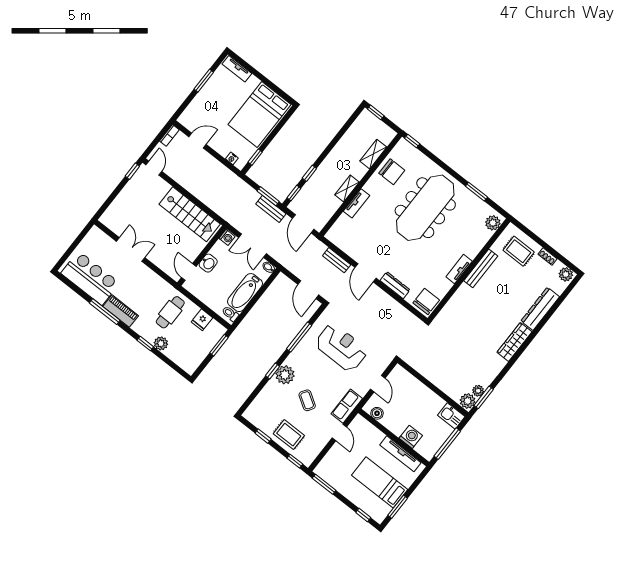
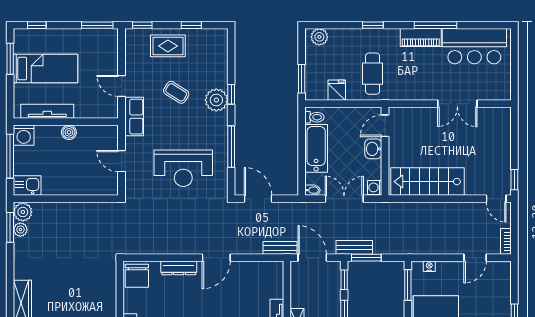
window: (255, 157) -> (408, 285), width x1.50
bench: (337, 260) -> (280, 248), moved
door: (189, 272) -> (385, 126), swing flipped
door: (365, 273) -> (216, 258), swing flipped
plant: (161, 343) -> (319, 37), moved
boiler: (377, 413) -> (69, 132), moved
washing machine: (411, 437) -> (24, 135), moved

